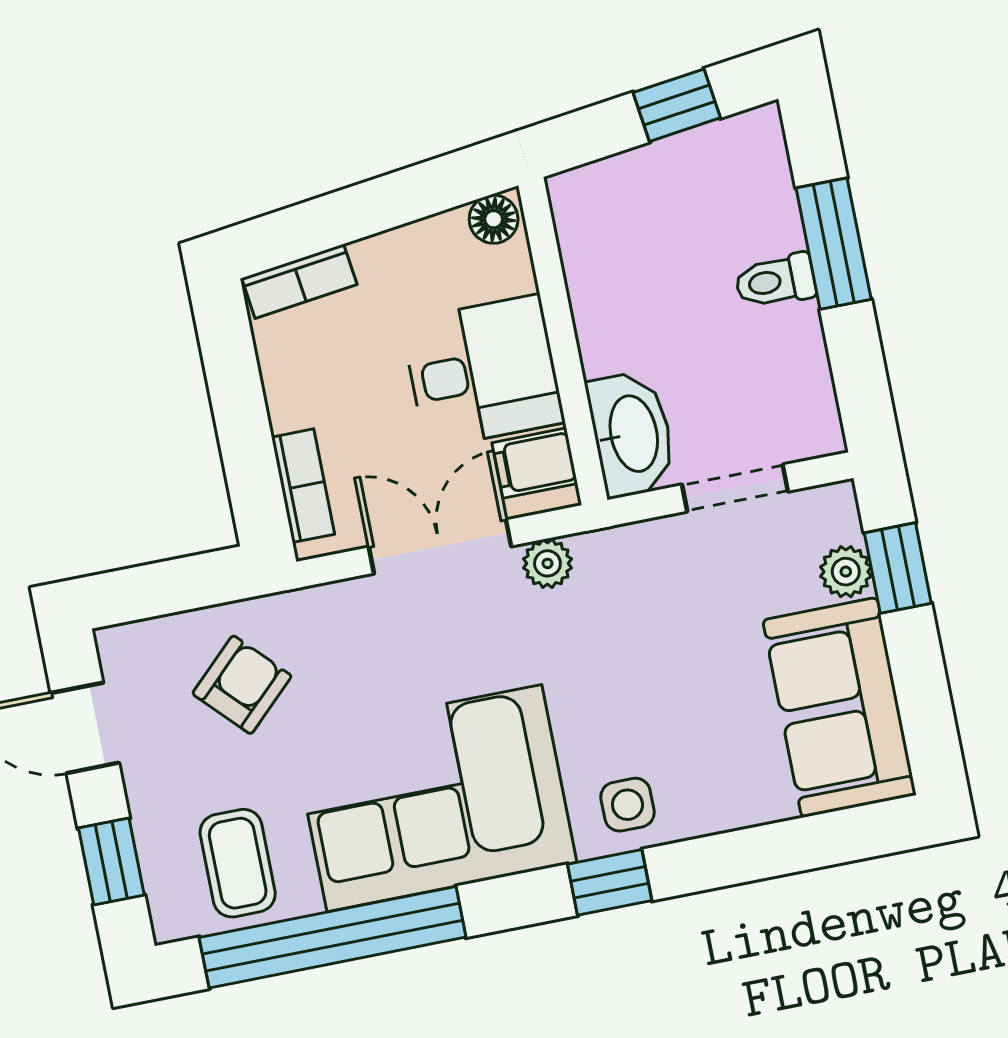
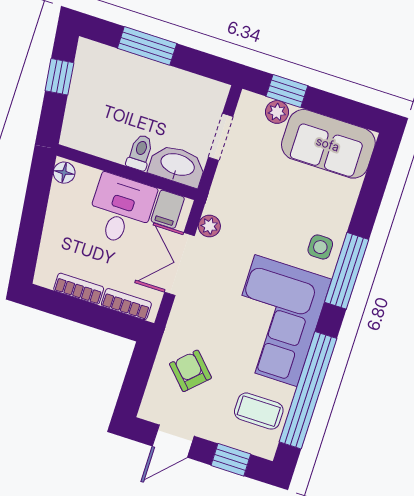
bookcase: (299, 281) -> (79, 289), moved, turned -83
toilet: (775, 281) -> (140, 153), moved, turned 180
window: (610, 882) -> (347, 271), width x2.17

